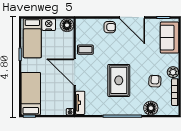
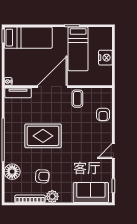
door: (132, 17) -> (113, 151), width x0.53
floor lamp: (67, 25) -> (105, 78), removed
armchair: (110, 27) -> (103, 114), moved
bed: (32, 38) -> (78, 49), moved, turned -90

